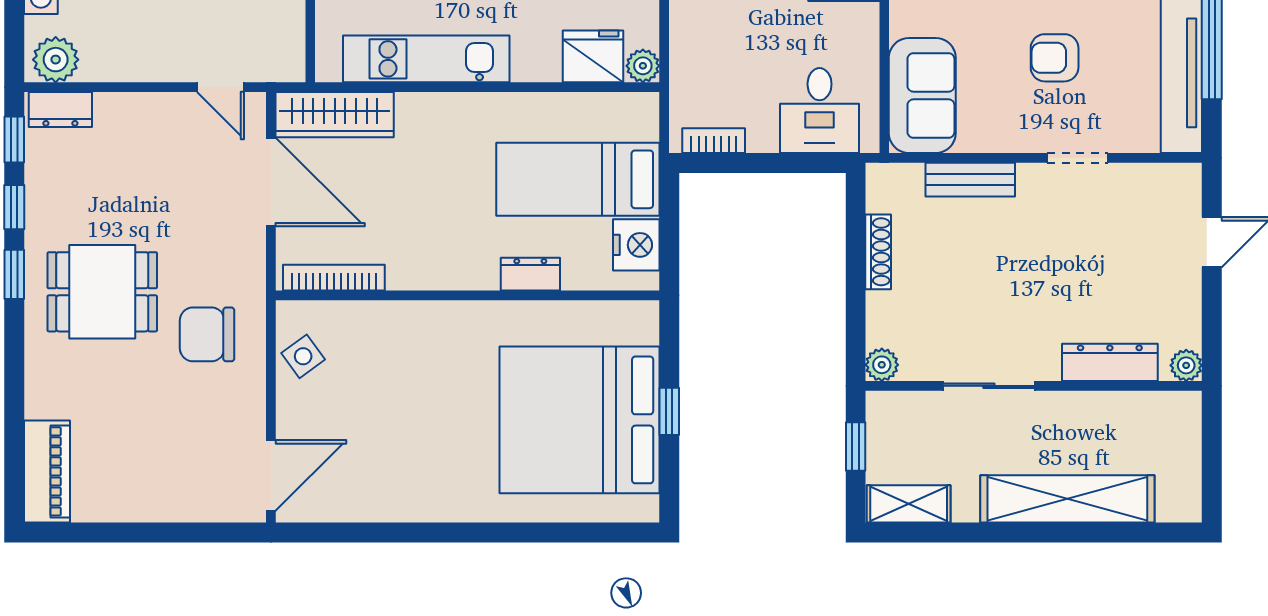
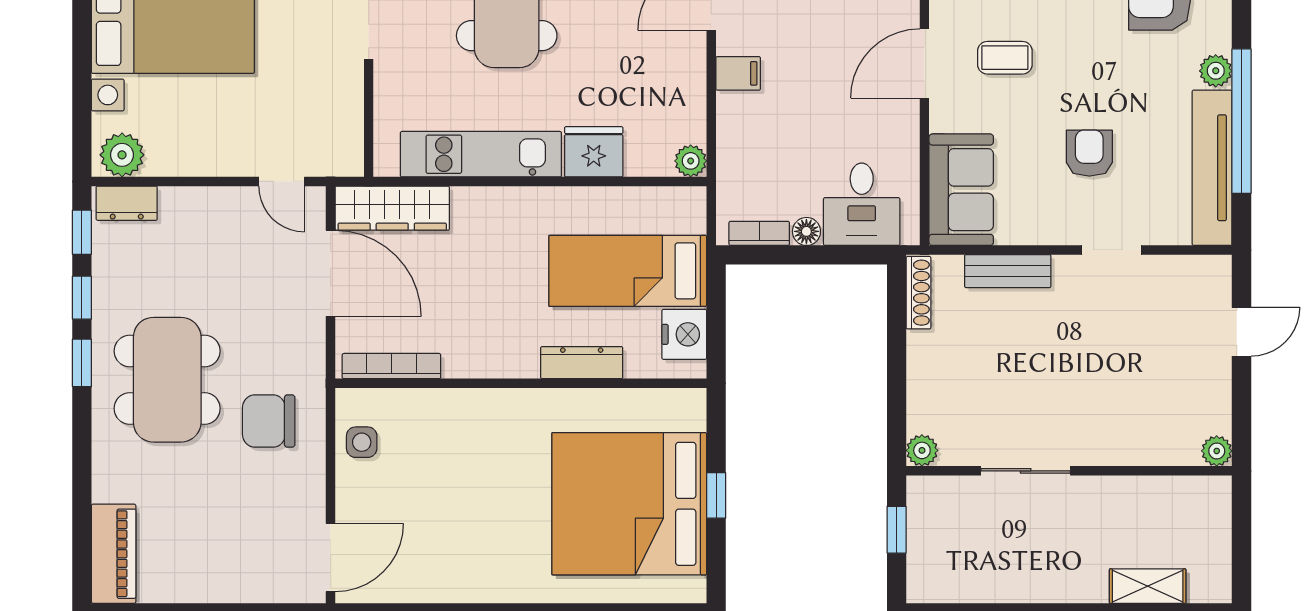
fridge: (593, 56) -> (594, 152), moved
armchair: (1055, 58) -> (1089, 153), turned 90
floor lamp: (762, 139) -> (806, 231), added
shoe rack: (878, 252) -> (918, 293), moved
dresser: (530, 274) -> (582, 363), width x1.44
dining table: (102, 292) -> (167, 380), width x1.37
side table: (303, 356) -> (362, 442), turned 36
dresser: (1110, 362) -> (1143, 448), removed
shelving: (1067, 499) -> (1148, 586), width x0.45, depth x0.75
shelving: (909, 504) -> (948, 585), removed

